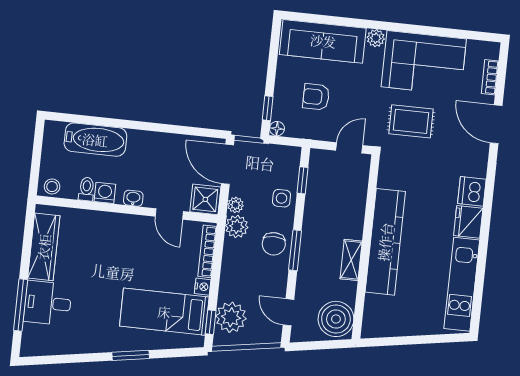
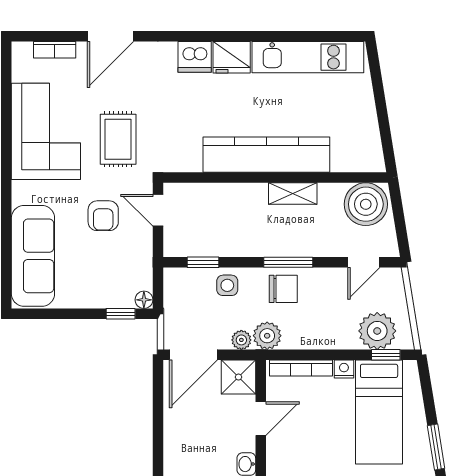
plant: (376, 38) -> (22, 192), removed
armchair: (316, 97) -> (103, 216), moved

